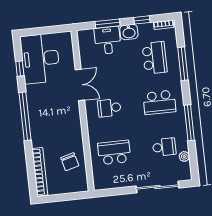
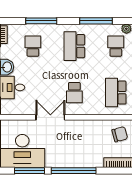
school desk: (155, 58) -> (33, 46), width x0.54
window: (20, 69) -> (29, 171), width x2.17
school desk: (159, 102) -> (74, 46), turned 180

